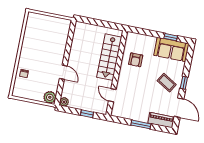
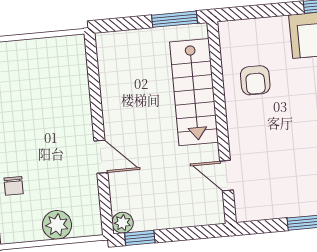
window: (110, 25) -> (174, 19), added
plant: (50, 97) -> (57, 225), moved
window: (87, 114) -> (140, 238), moved

